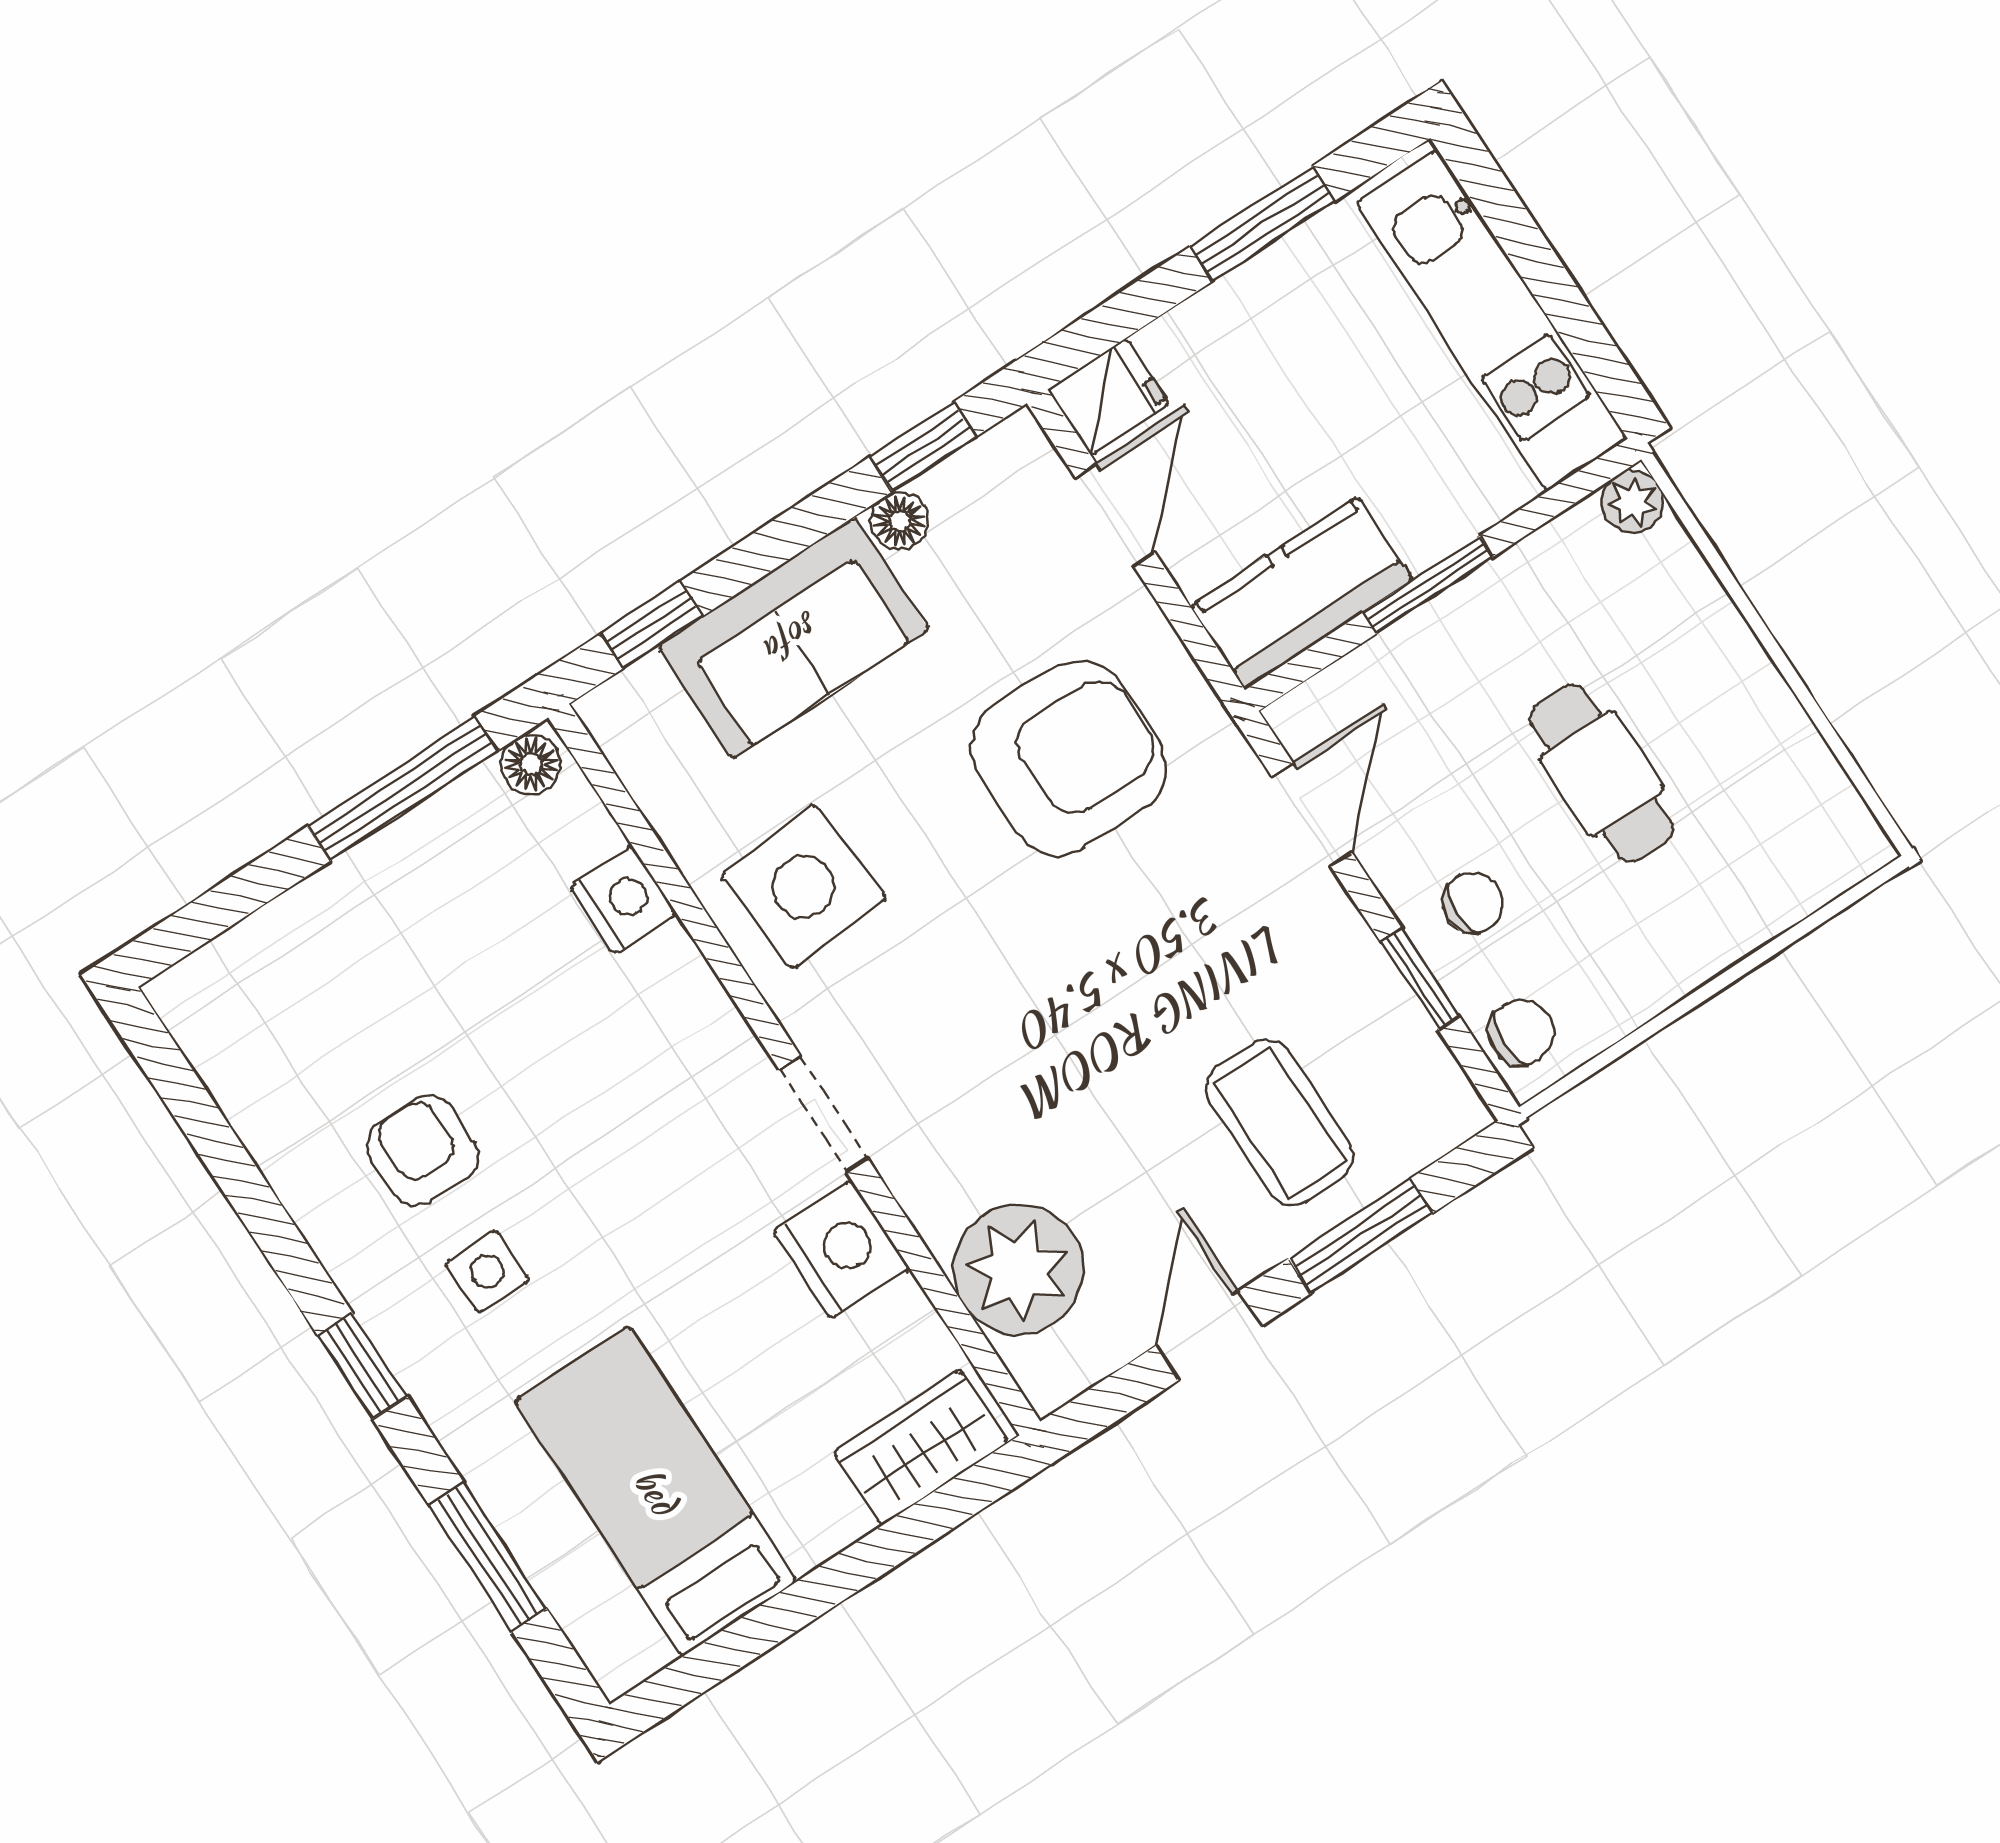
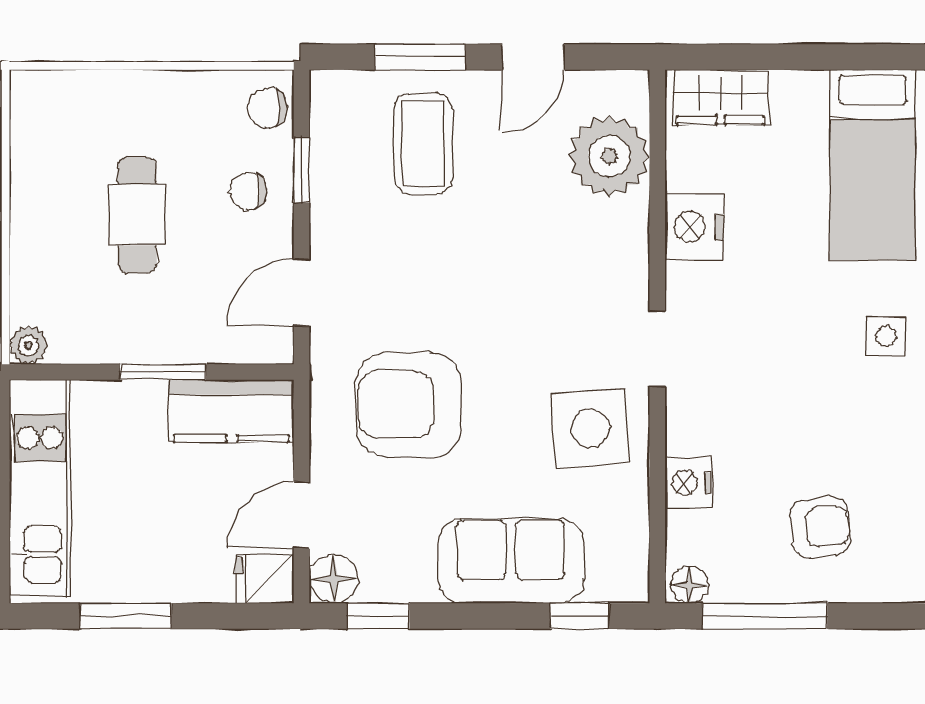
floor lamp: (900, 521) -> (334, 579), moved, width x1.37, depth x1.37
doorway: (823, 1114) -> (657, 349), moved
armchair: (423, 1150) -> (820, 527), moved, turned -96

